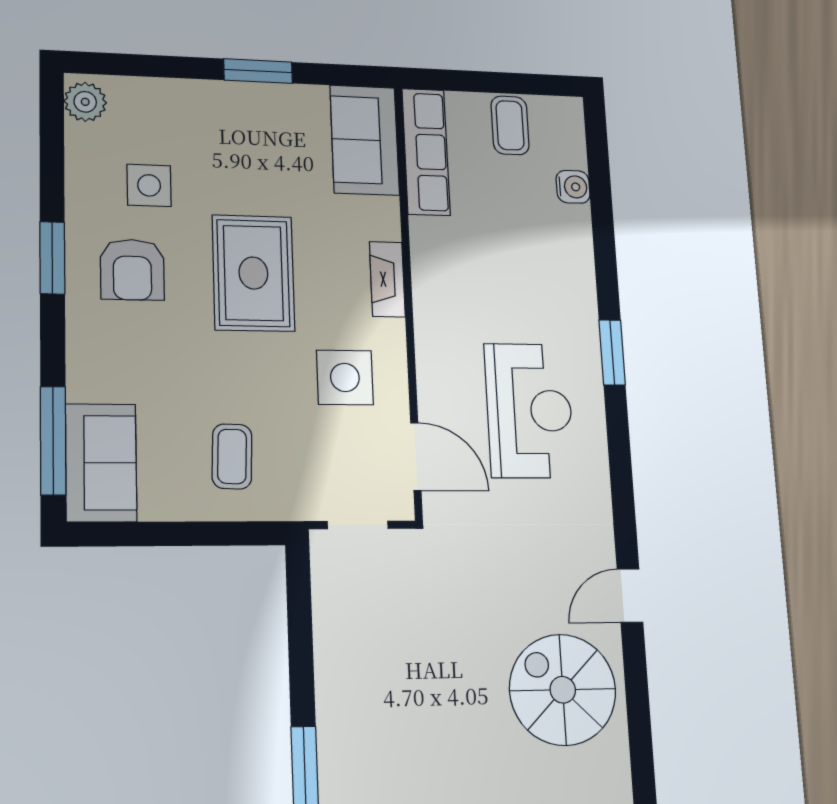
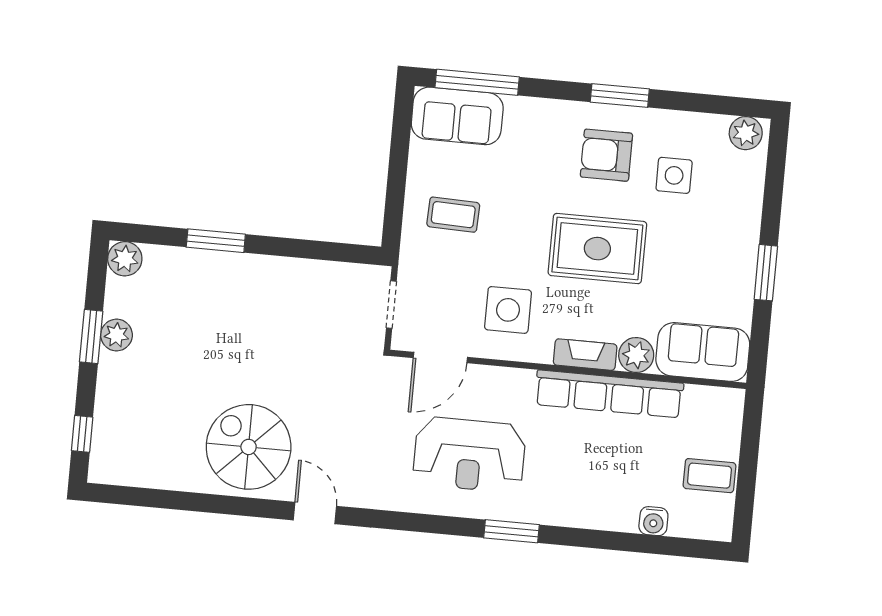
row of seats: (426, 152) -> (609, 394), moved, width x1.36
plant: (379, 218) -> (636, 355), added
spiral stairs: (563, 690) -> (249, 447), turned -90

